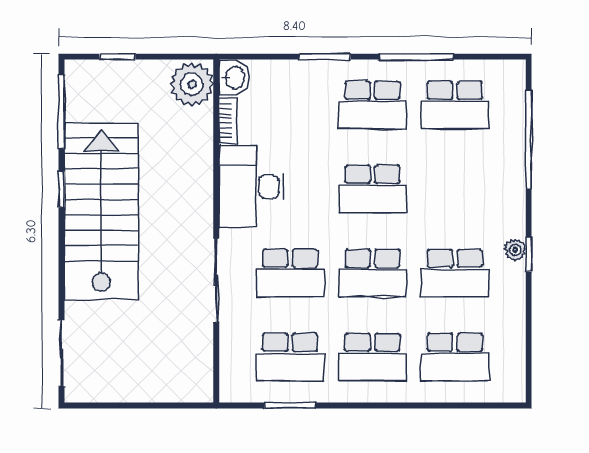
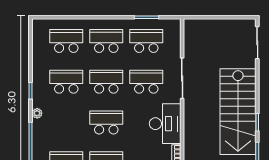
plant: (515, 250) -> (37, 113), moved

